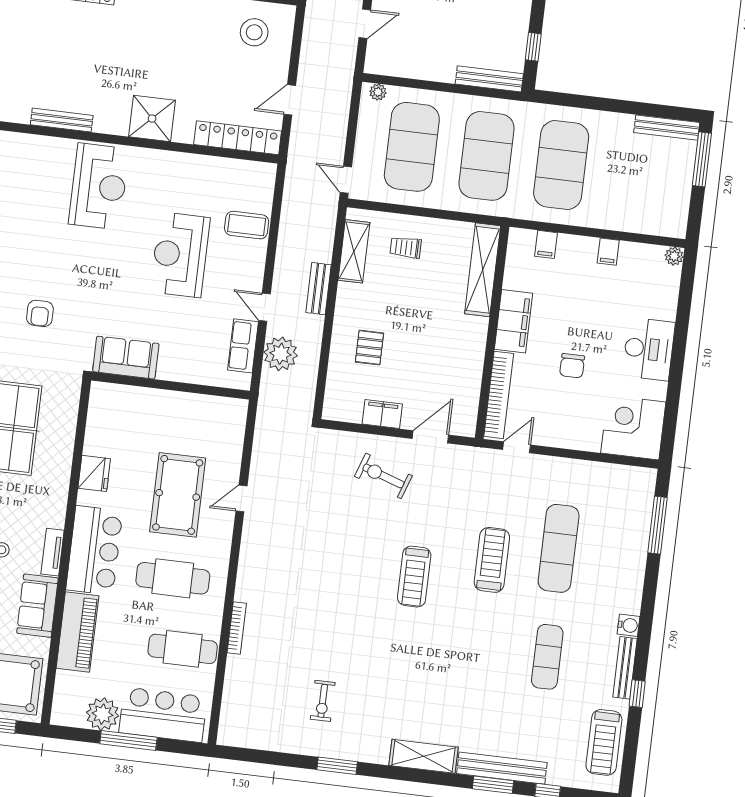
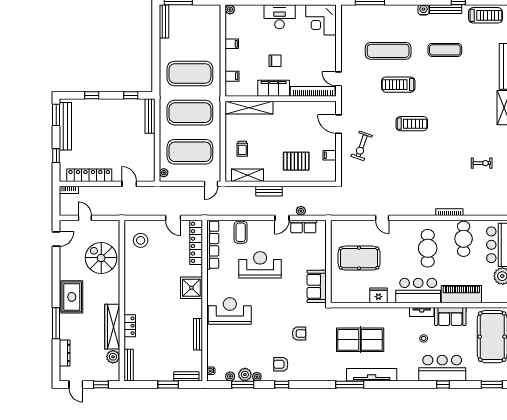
row of seats: (229, 169) -> (213, 245), added
reception desk: (180, 255) -> (260, 265), turned 180
pallet: (369, 348) -> (296, 161), width x1.50, depth x1.42
plant: (281, 354) -> (301, 211), width x0.53, depth x0.53
chair: (572, 366) -> (275, 61), moved
filing cabinet: (382, 414) -> (330, 155), width x0.50
pool table: (178, 495) -> (359, 258), moved

